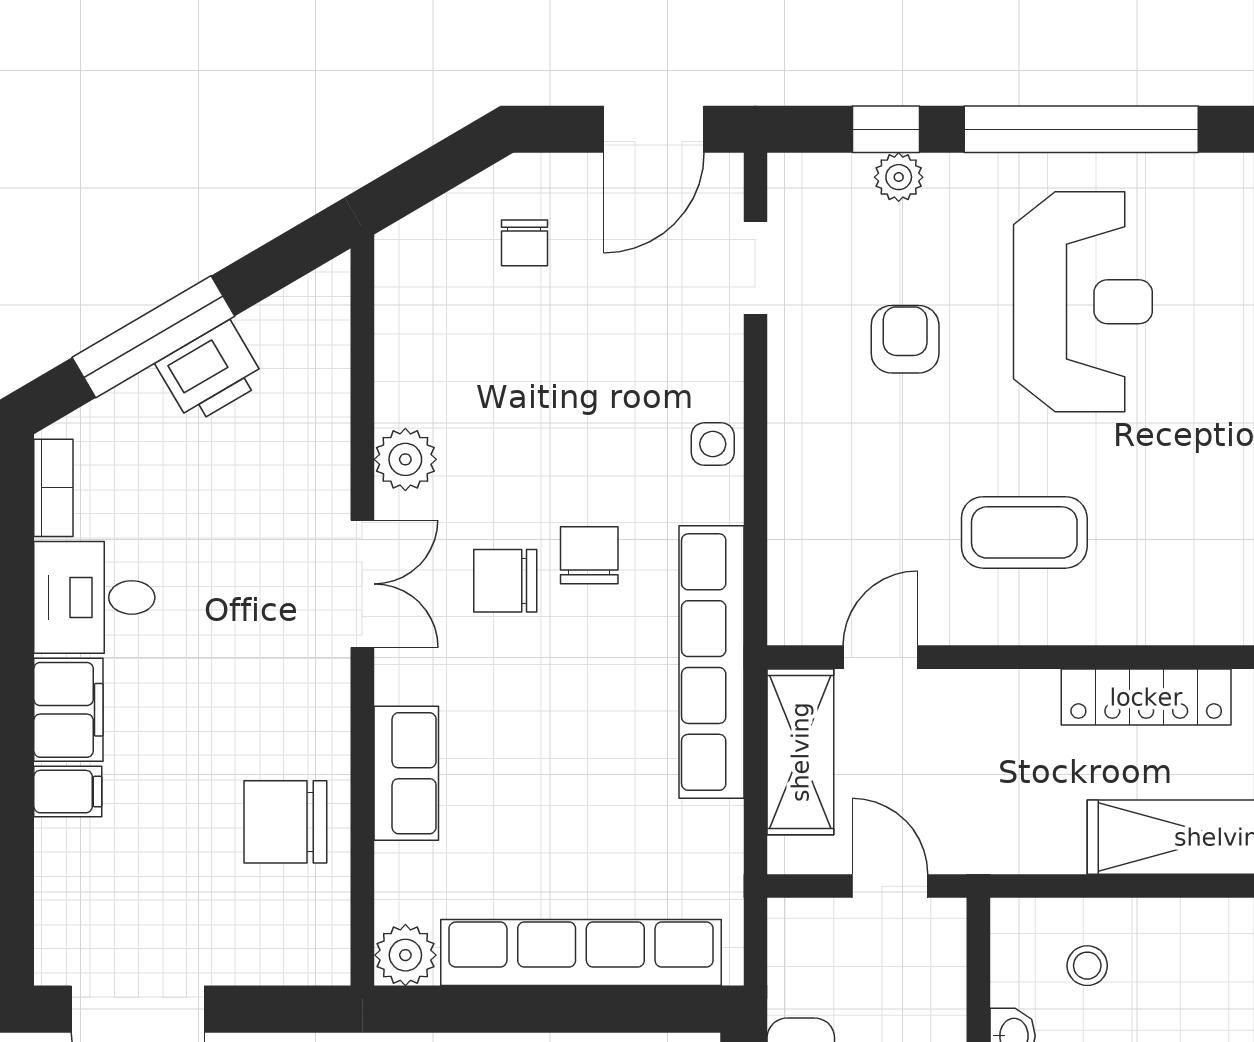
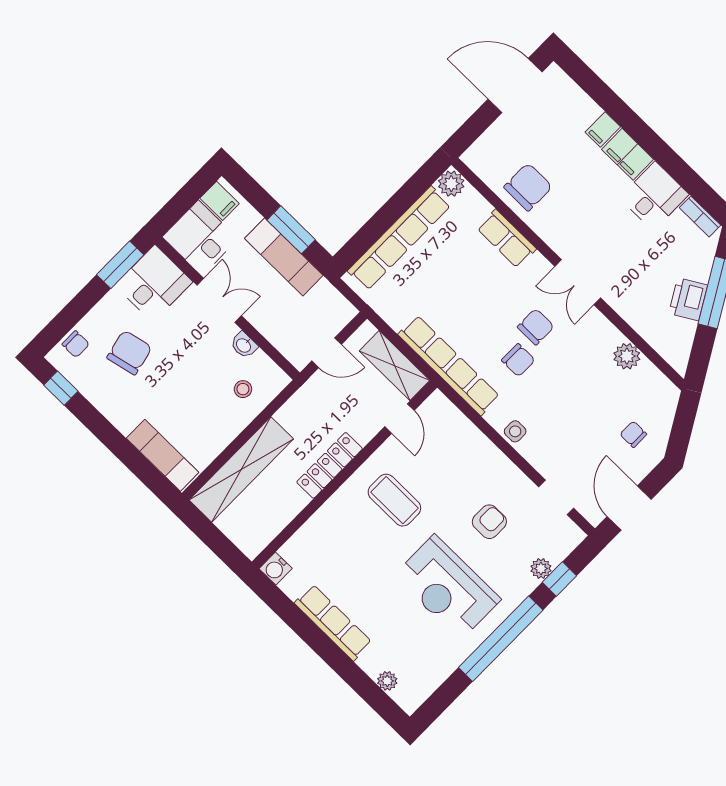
armchair: (905, 339) -> (489, 522), turned -90
plant: (405, 459) -> (627, 356), moved
coffee table: (1024, 532) -> (394, 500), turned 90
locker: (1146, 697) -> (330, 465), moved

